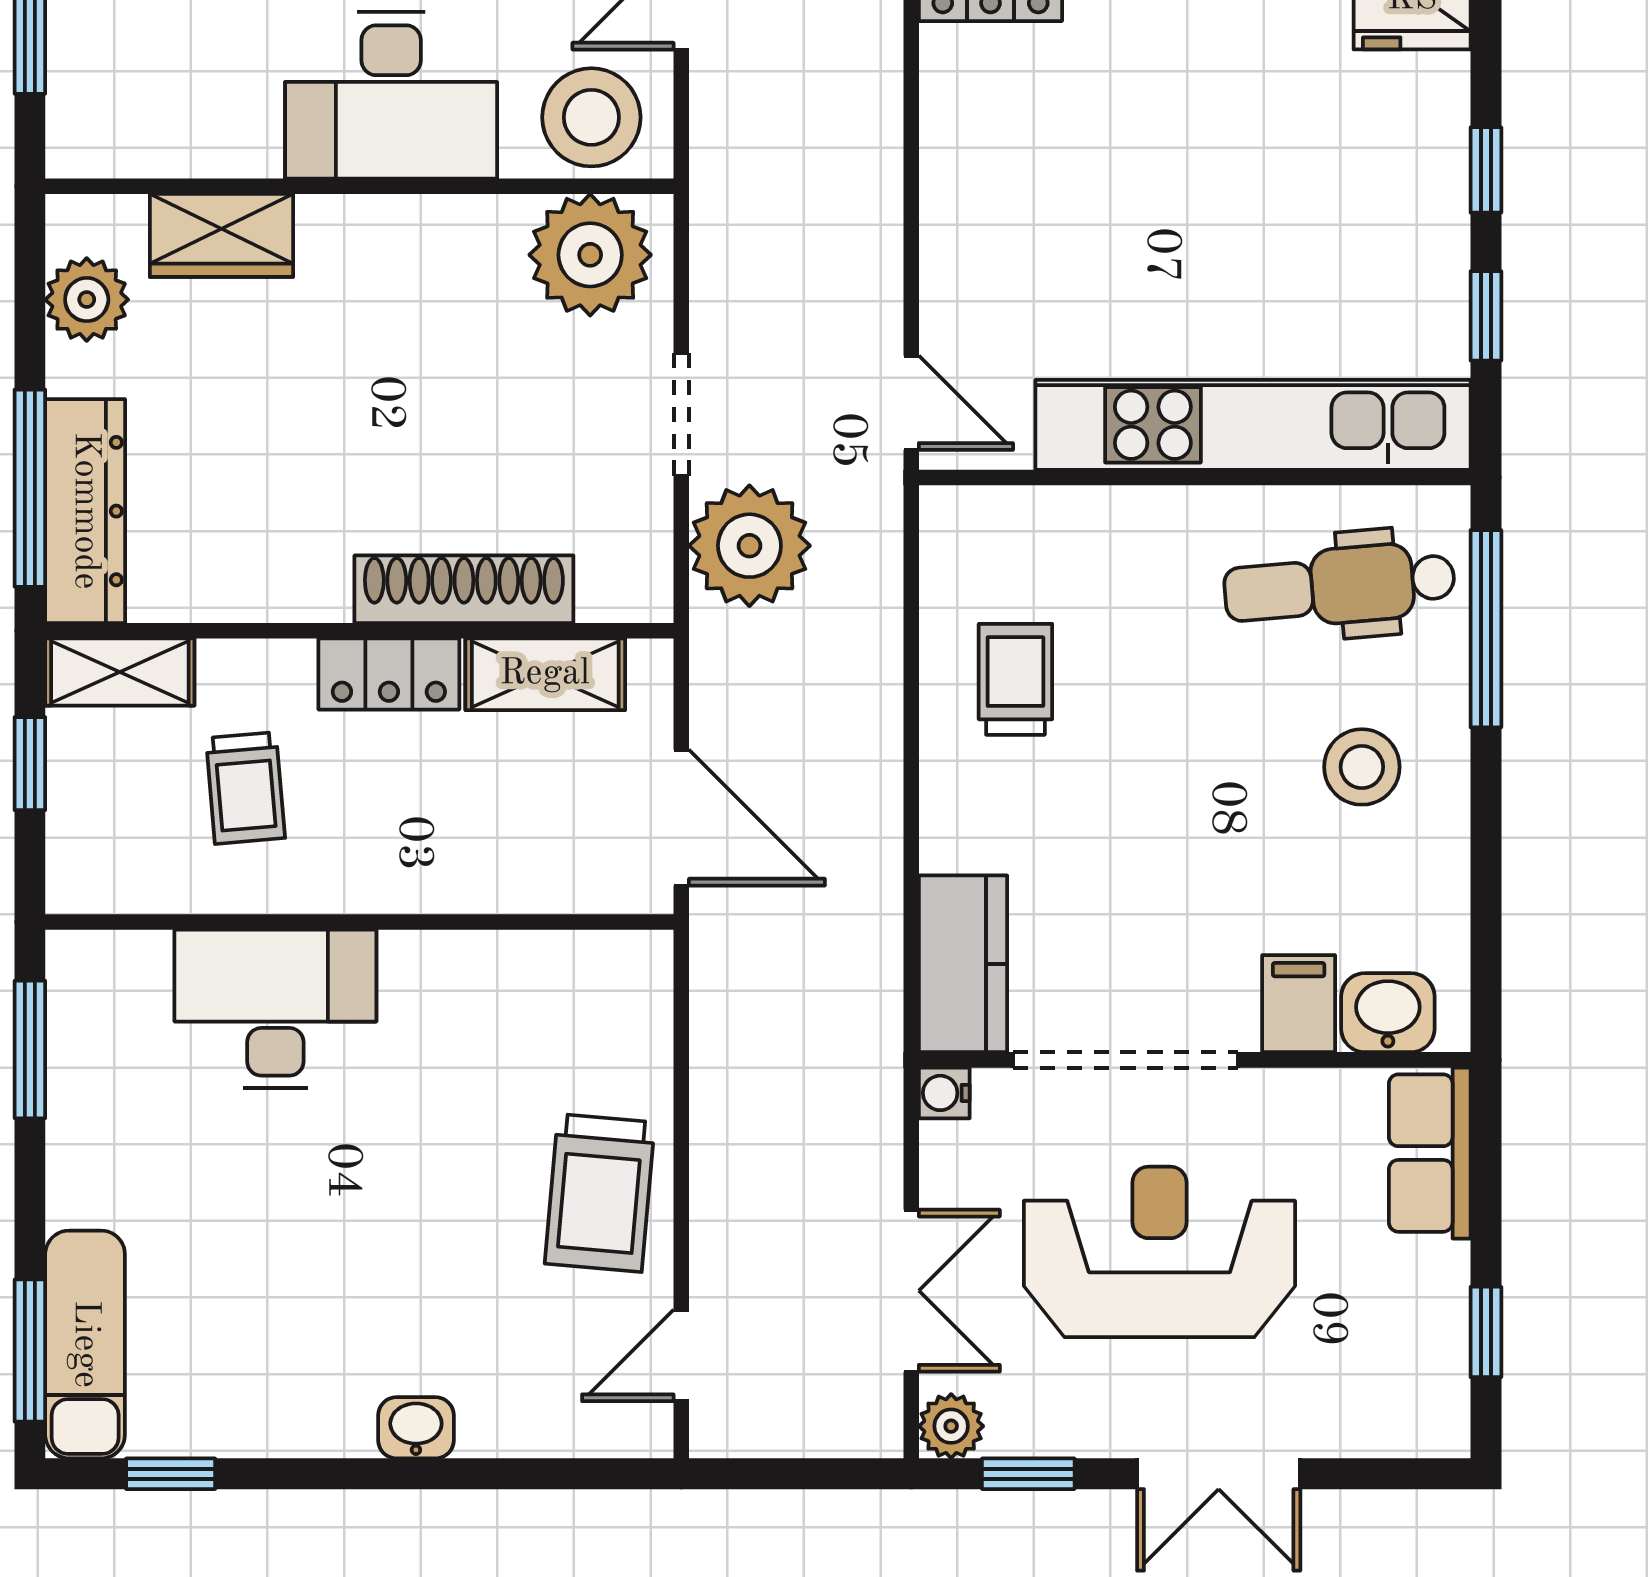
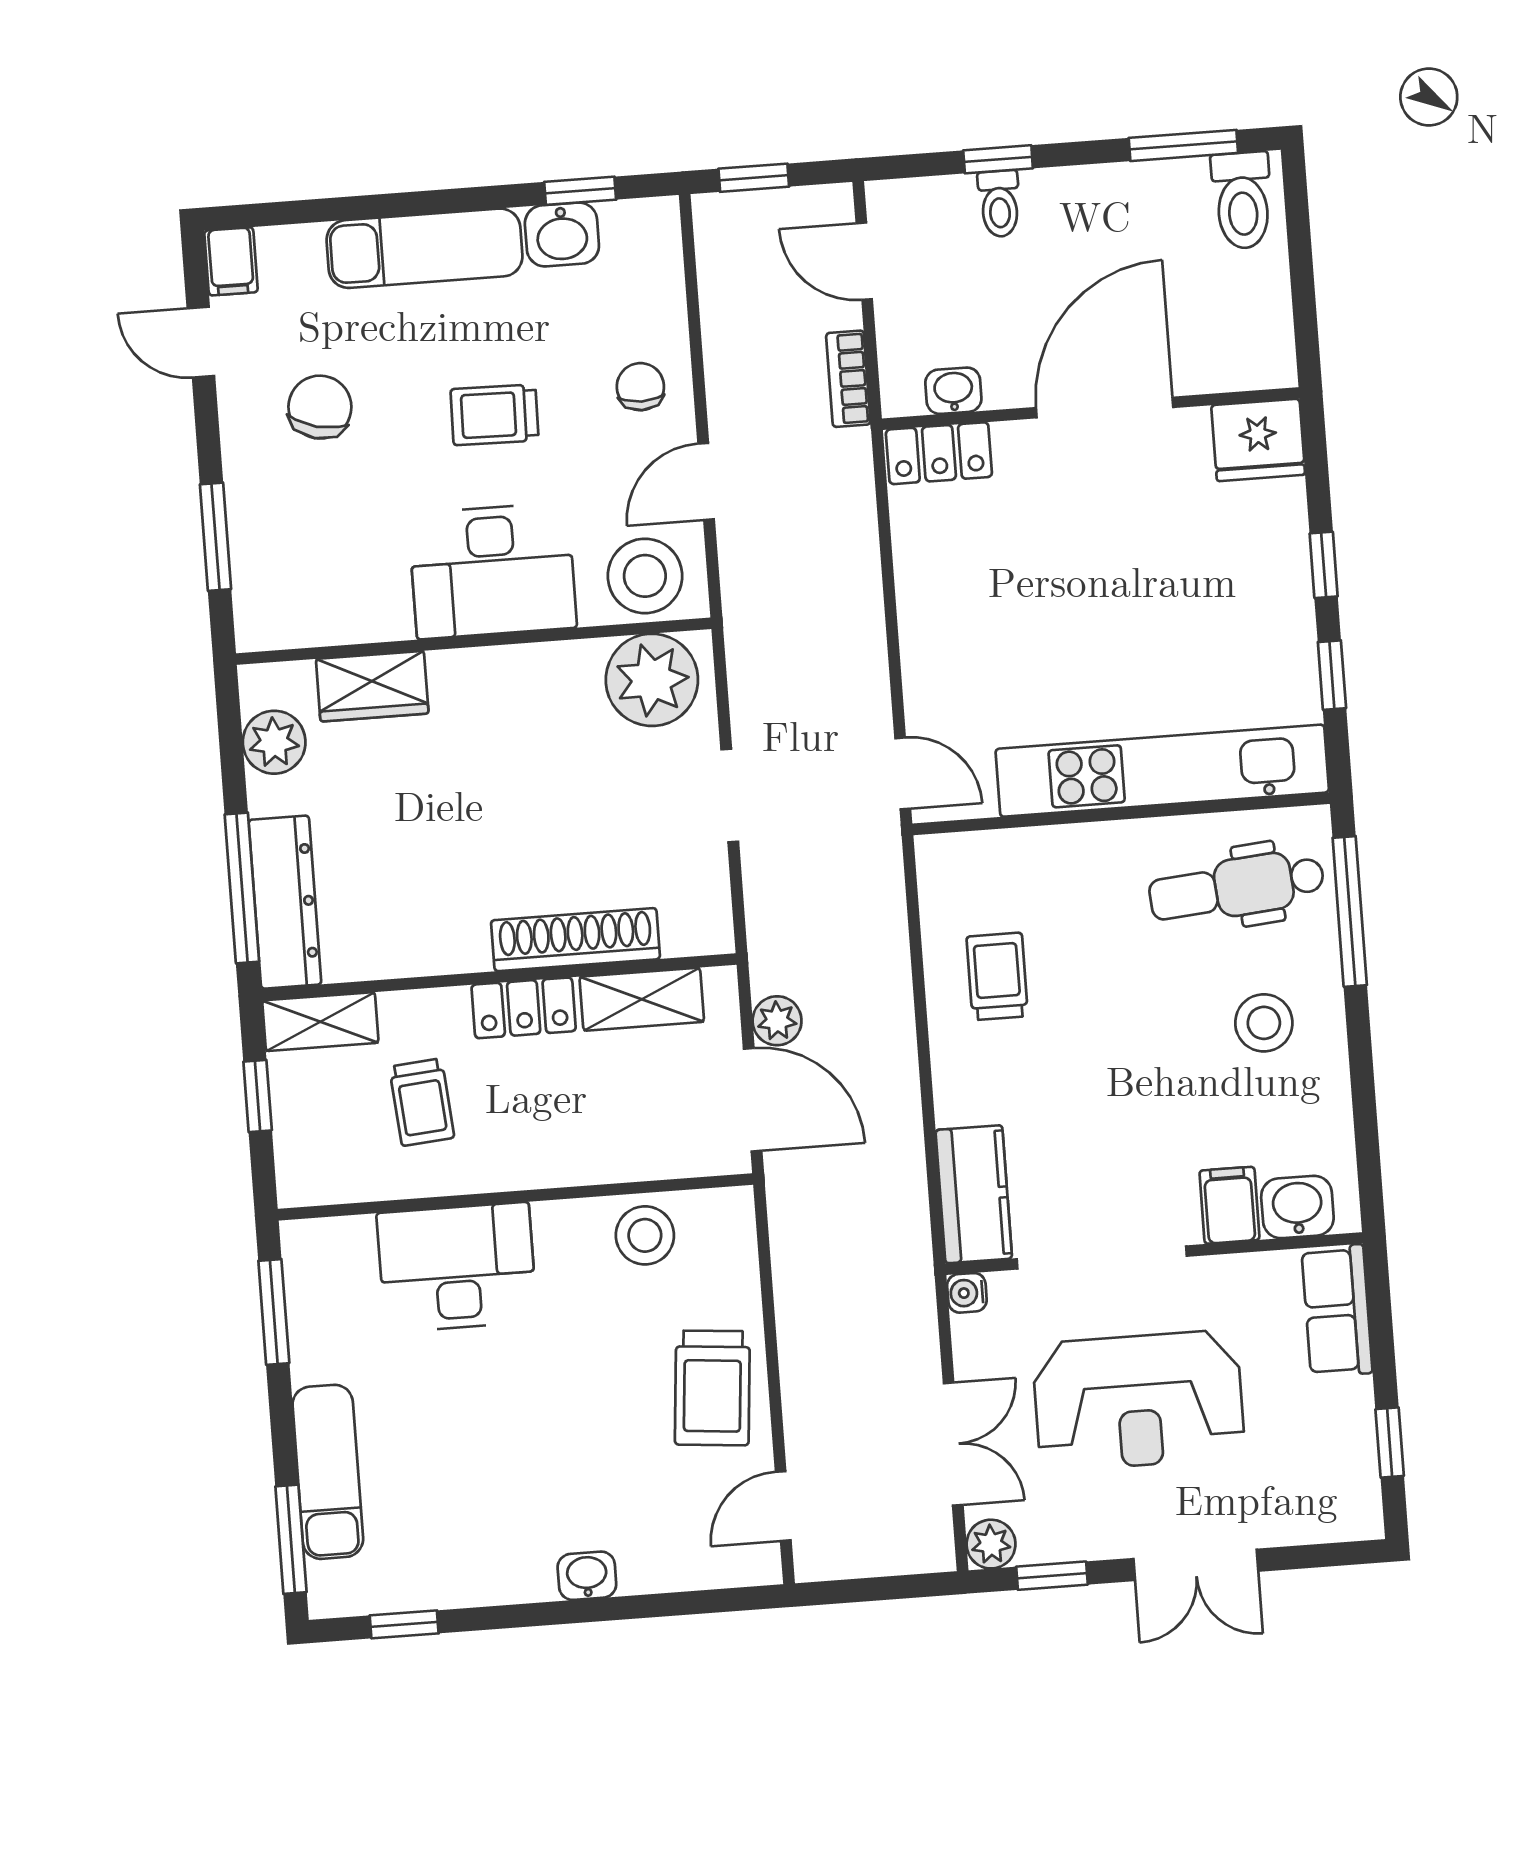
plant: (749, 546) -> (777, 1021), moved, width x0.53, depth x0.53
stool: (526, 985) -> (645, 1235), added
reception desk: (1159, 1252) -> (1138, 1401), turned 180
exam couch: (85, 1344) -> (328, 1472), moved

